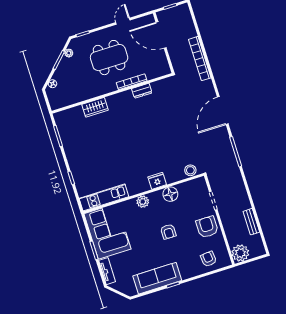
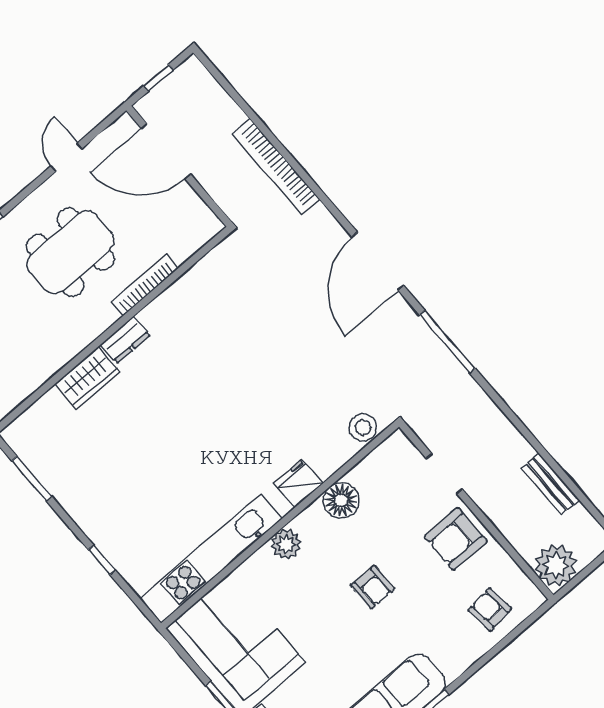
dresser: (142, 91) -> (125, 340), moved
kitchen unit: (104, 197) -> (211, 558), width x1.36
armchair: (207, 227) -> (456, 539), turned -90

